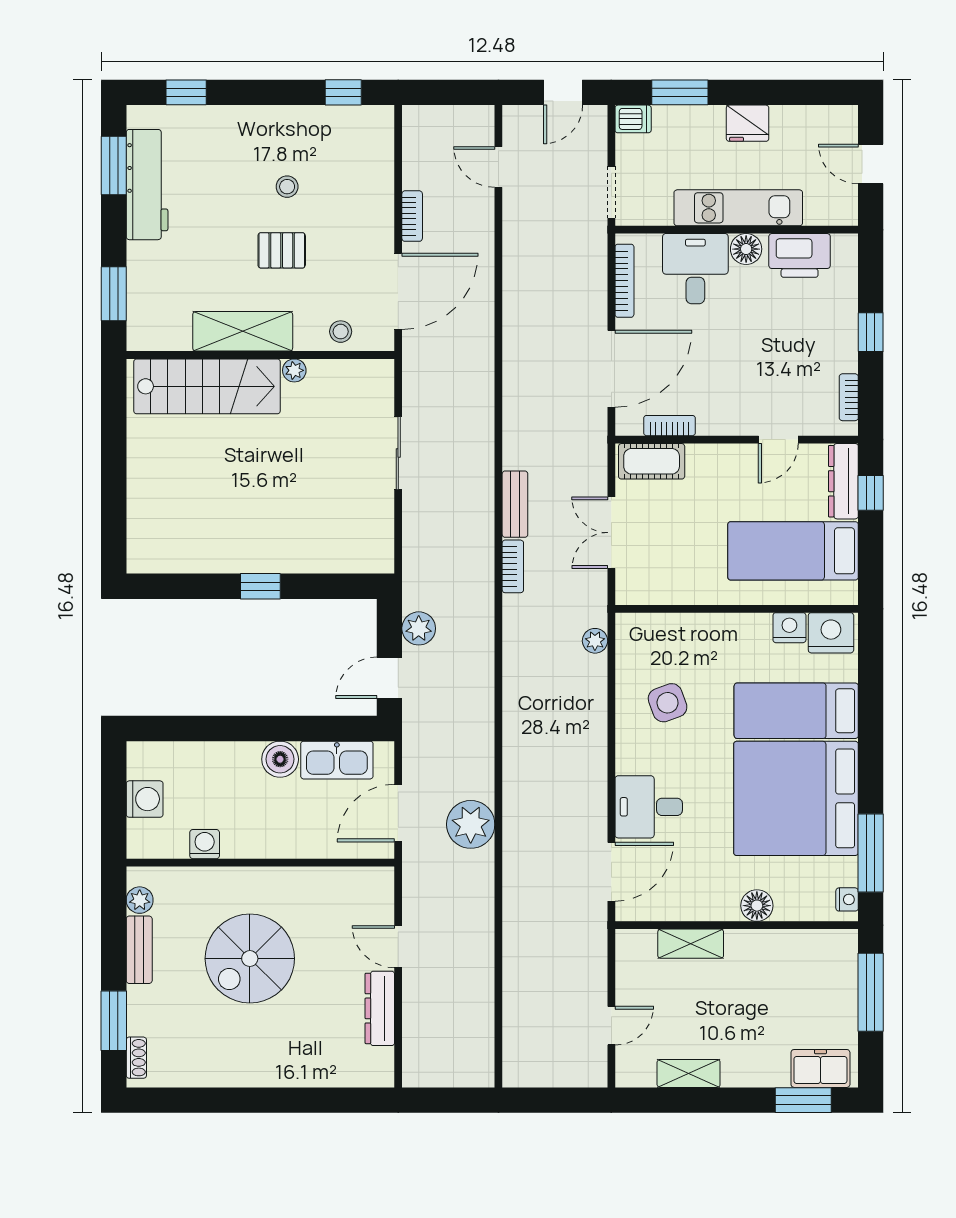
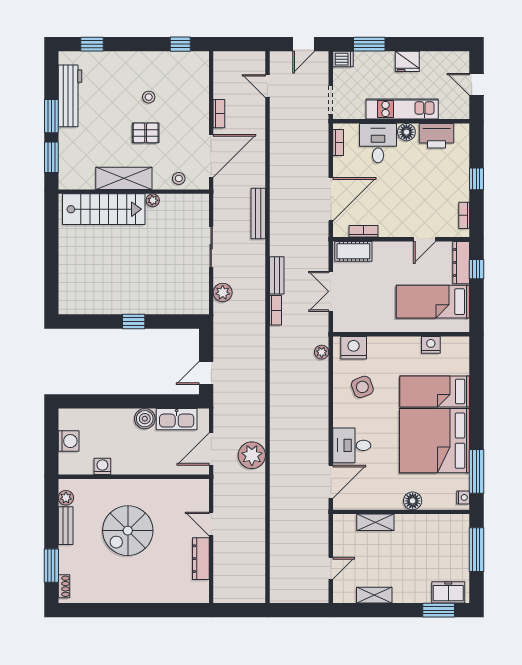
window: (114, 166) -> (51, 116), moved
bookcase: (624, 281) -> (338, 143), width x0.64
bench: (482, 394) -> (258, 213), added
plant: (419, 628) -> (223, 293), moved
nightstand: (831, 633) -> (354, 348), moved

